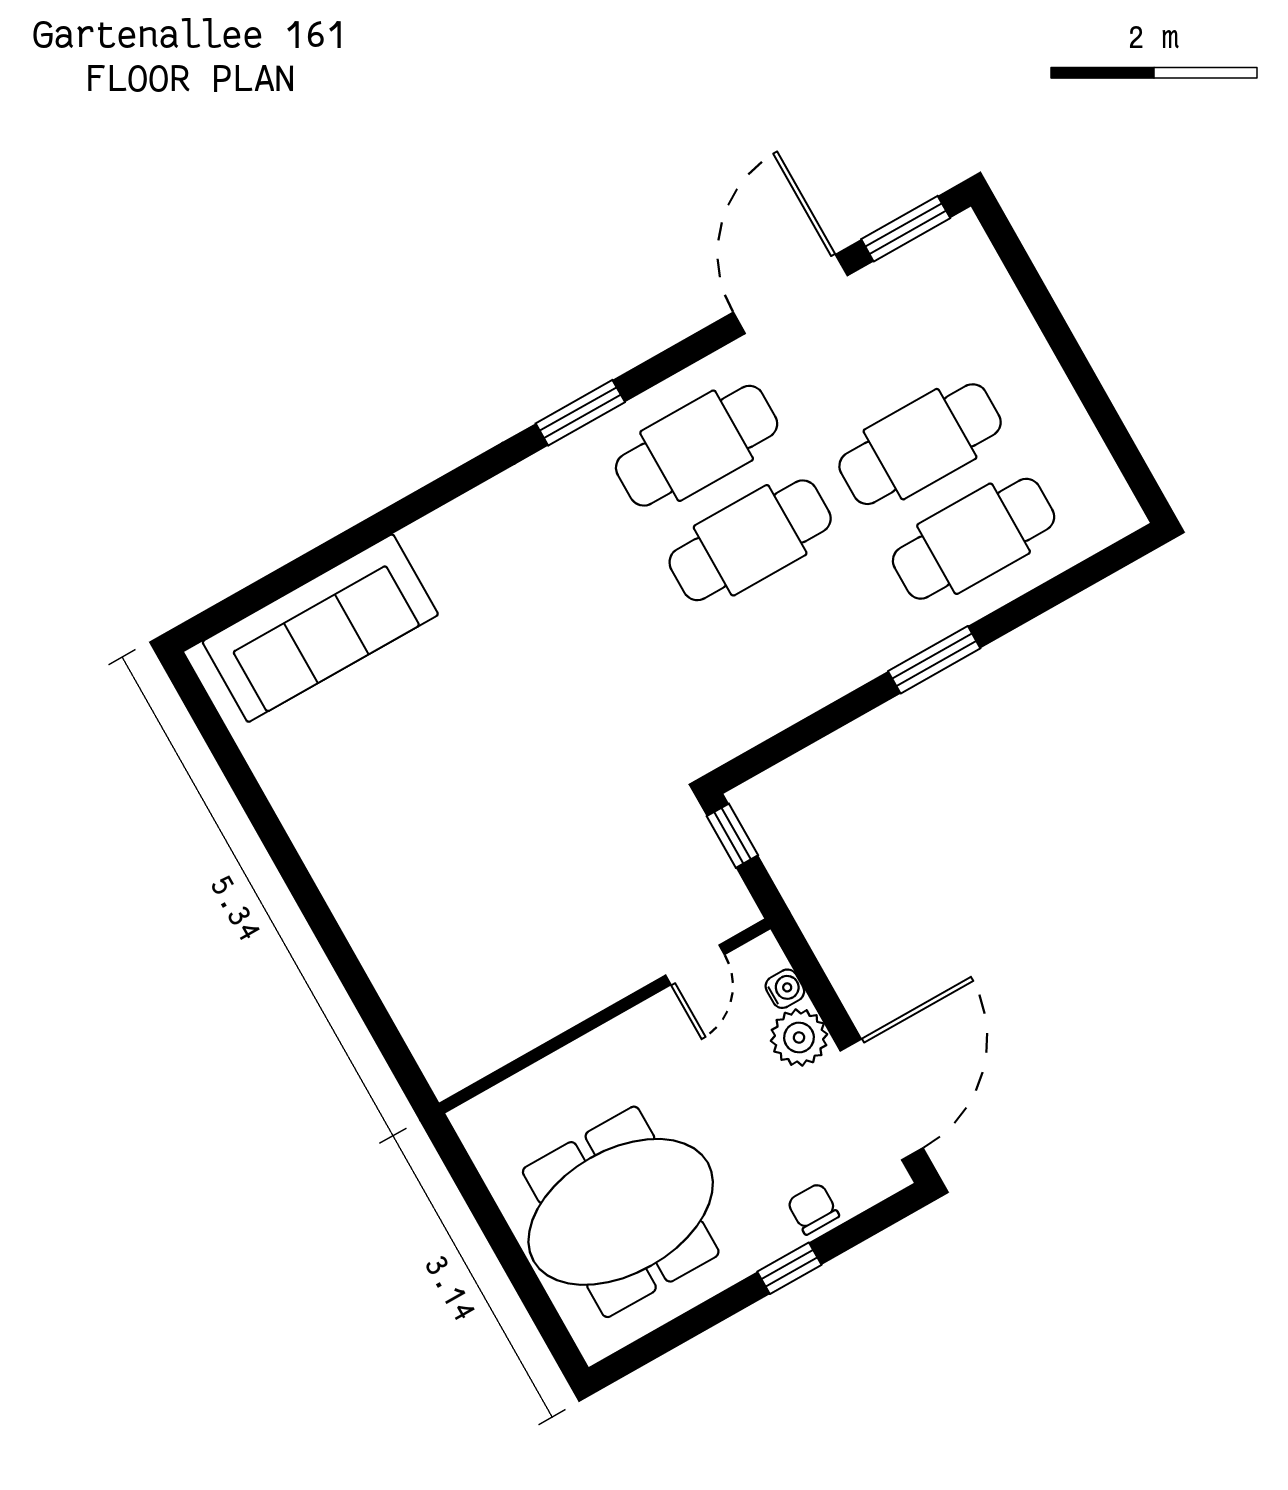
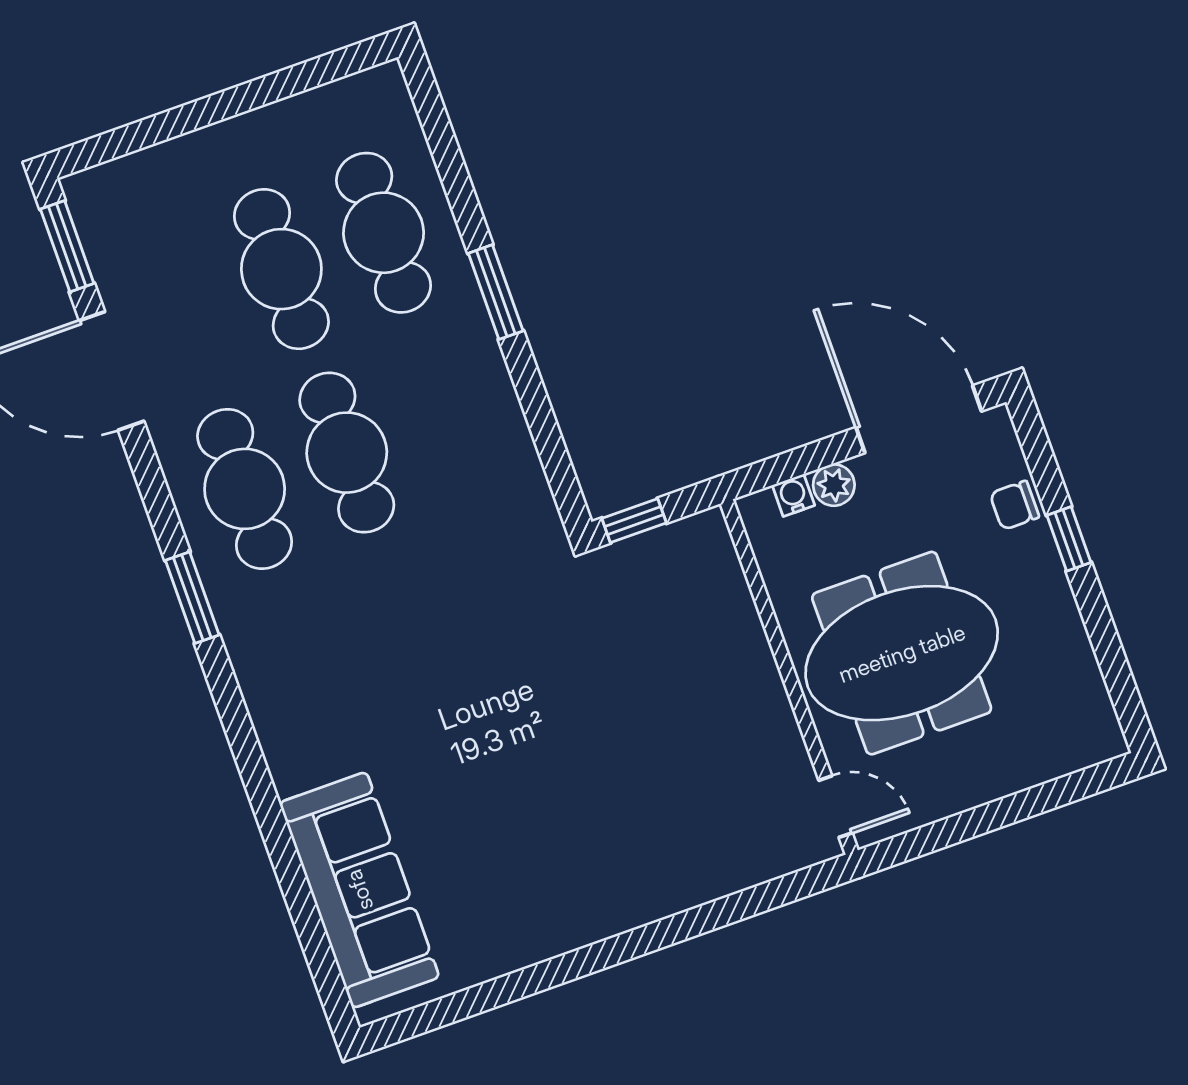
door: (695, 965) -> (835, 807), moved
plant: (799, 1037) -> (834, 485), width x0.73, depth x0.73
meeting table: (621, 1212) -> (902, 653), moved, turned 90

